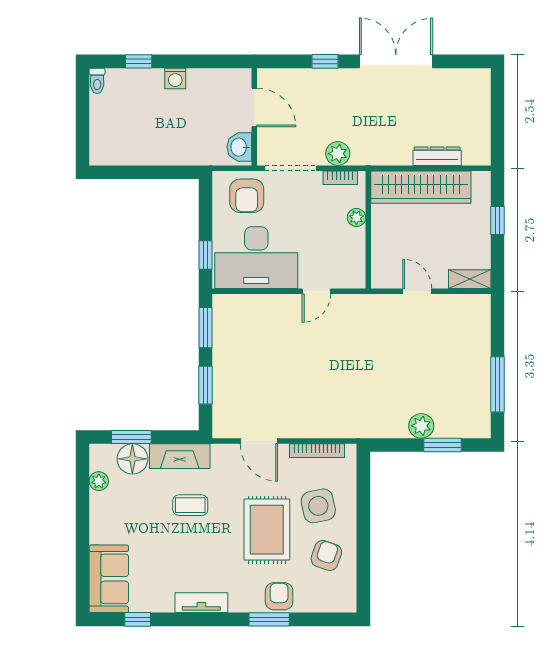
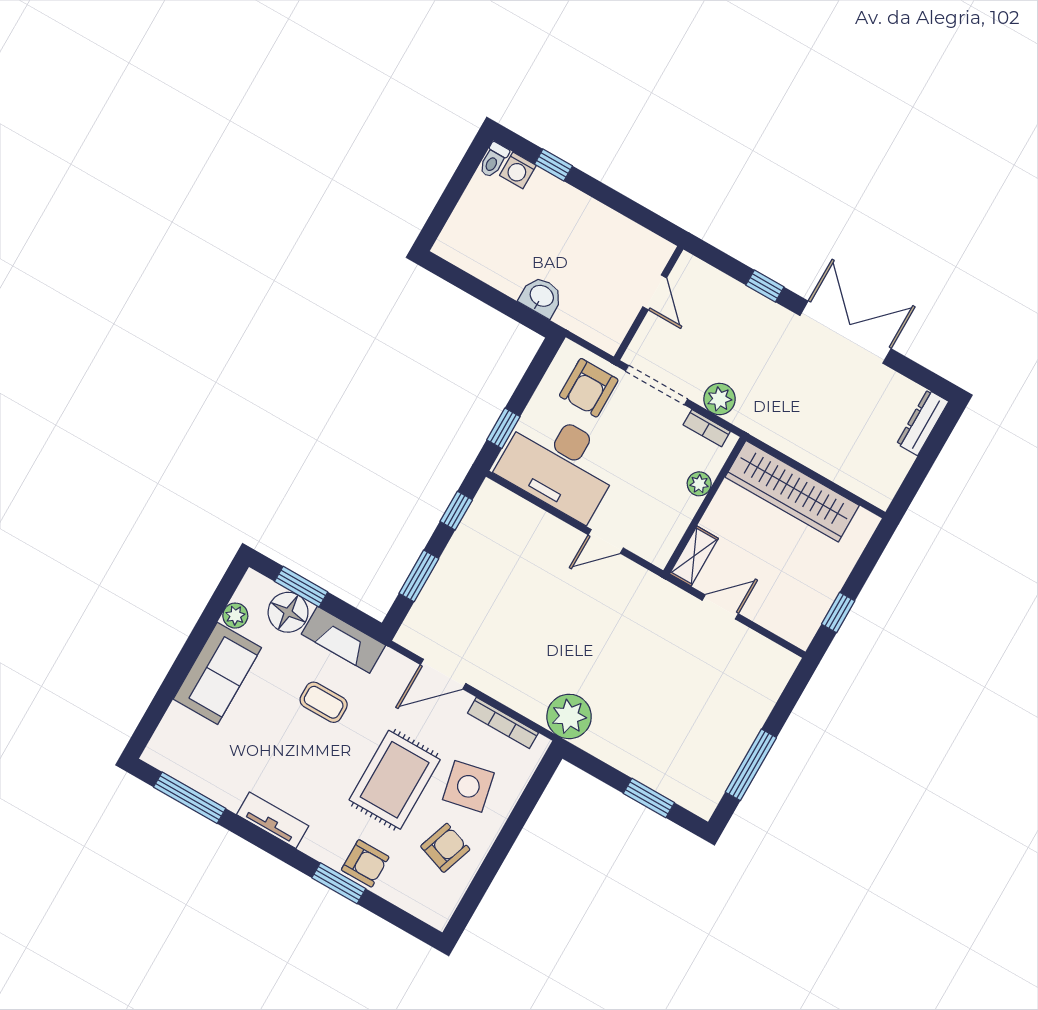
washing machine: (175, 78) -> (518, 170), moved
door: (254, 107) -> (655, 292), width x0.73
washbasin: (239, 147) -> (541, 297), moved, turned 90
dresser: (437, 156) -> (923, 423), moved, turned -90
window: (498, 221) -> (838, 612), moved
shelving: (470, 279) -> (694, 556), moved, turned 90
door: (417, 291) -> (720, 607), hinge flipped
window: (205, 328) -> (456, 511), width x0.67
plant: (421, 426) -> (569, 716), moved, width x1.36, depth x1.36
door: (259, 441) -> (443, 674), hinge flipped
sofa: (109, 579) -> (217, 673), moved
armchair: (279, 596) -> (365, 863), turned 90
window: (138, 619) -> (190, 798), width x2.17

